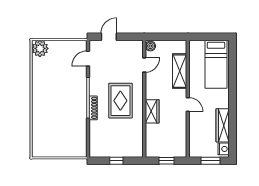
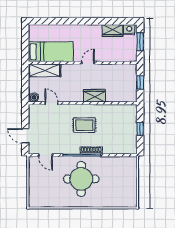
plant: (40, 48) -> (36, 200), removed
bed: (216, 64) -> (51, 52), moved
shelving: (180, 71) -> (45, 70), moved
round table: (62, 97) -> (81, 179), added
rug: (120, 101) -> (84, 125), width x0.73, depth x0.70
wardrobe: (223, 125) -> (113, 31), width x0.67

